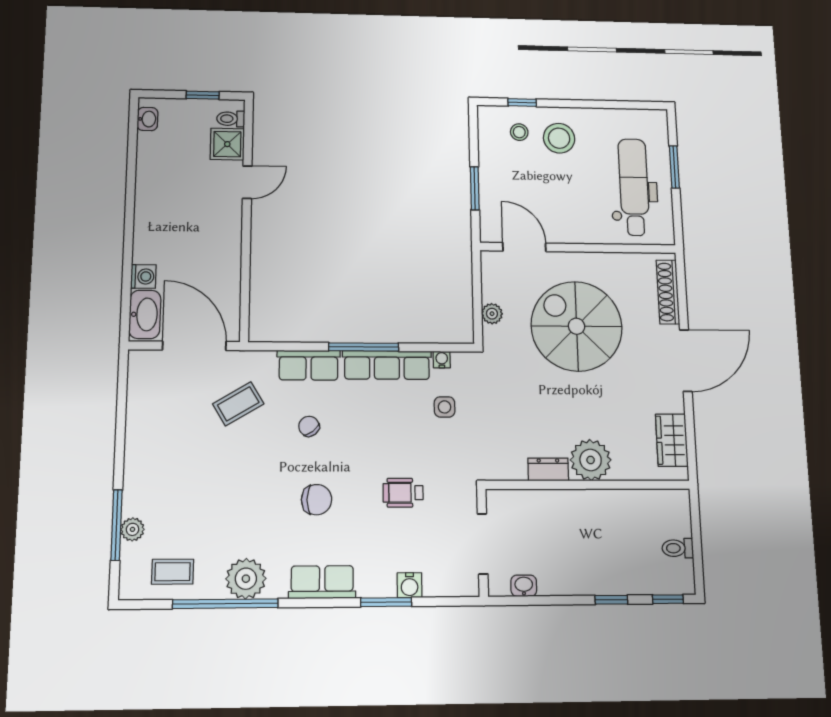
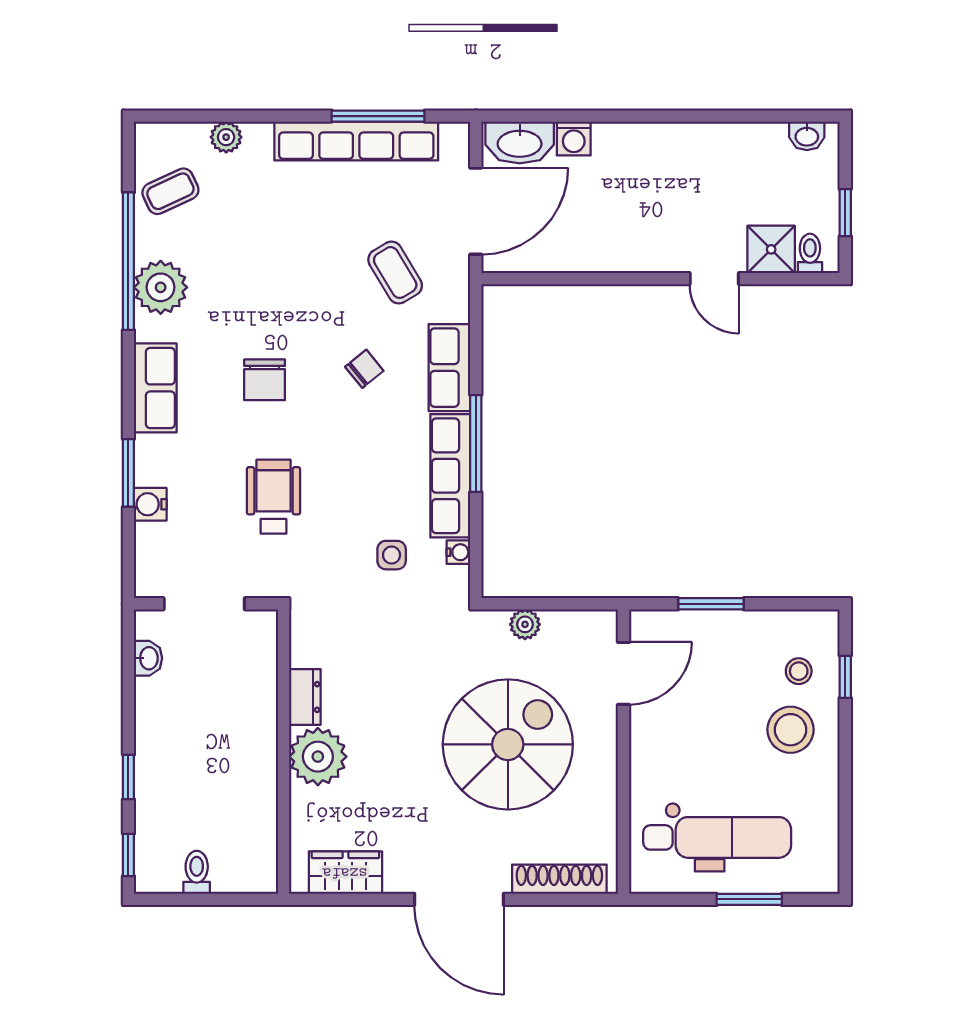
row of seats: (139, 432) -> (356, 141), added
wheelchair: (403, 493) -> (273, 497), width x1.36, depth x1.37
window: (117, 525) -> (378, 116), moved
coffee table: (173, 572) -> (170, 191), turned 65

